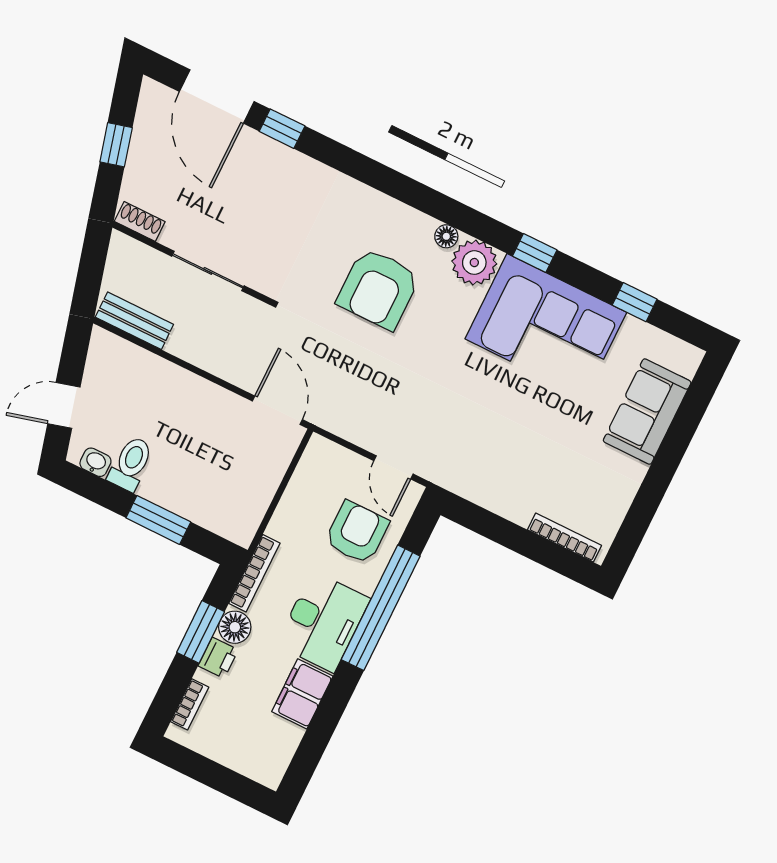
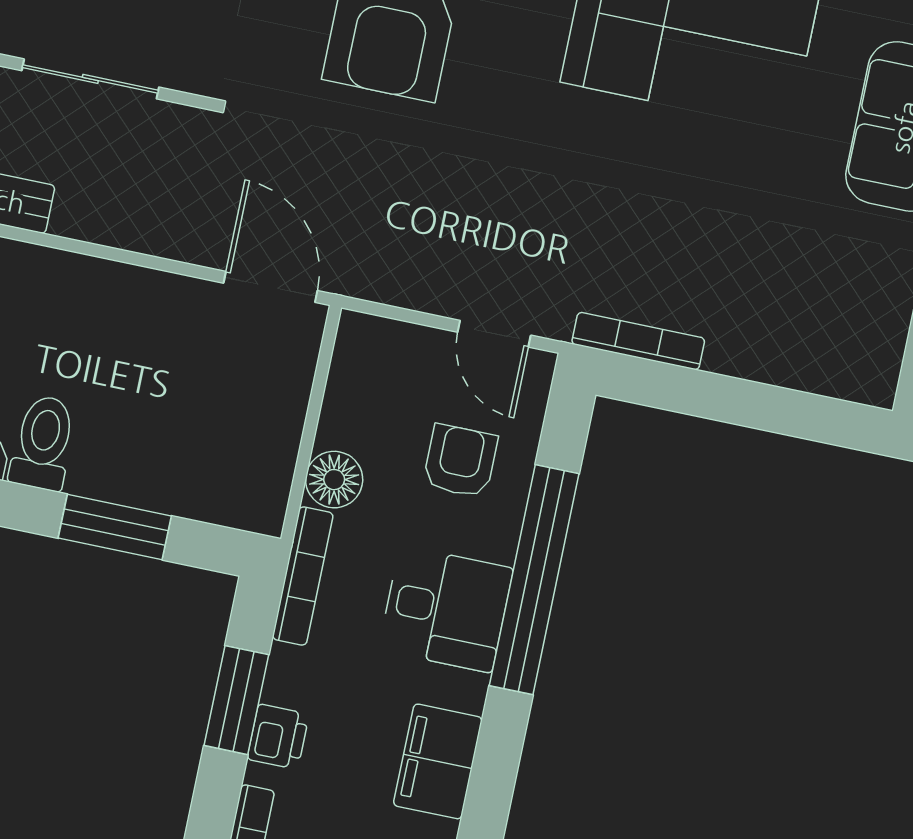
armchair: (357, 532) -> (460, 461), width x0.72, depth x0.72
bookcase: (564, 538) -> (638, 341), moved
desk: (323, 622) -> (446, 609), width x0.73
floor lamp: (235, 627) -> (334, 480), moved

